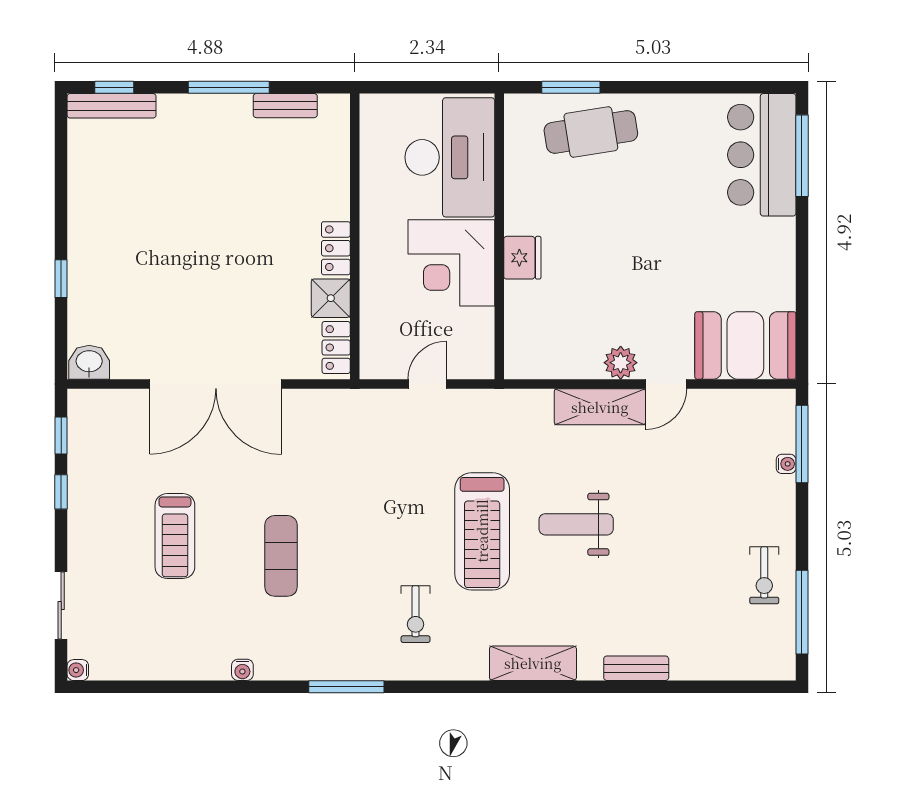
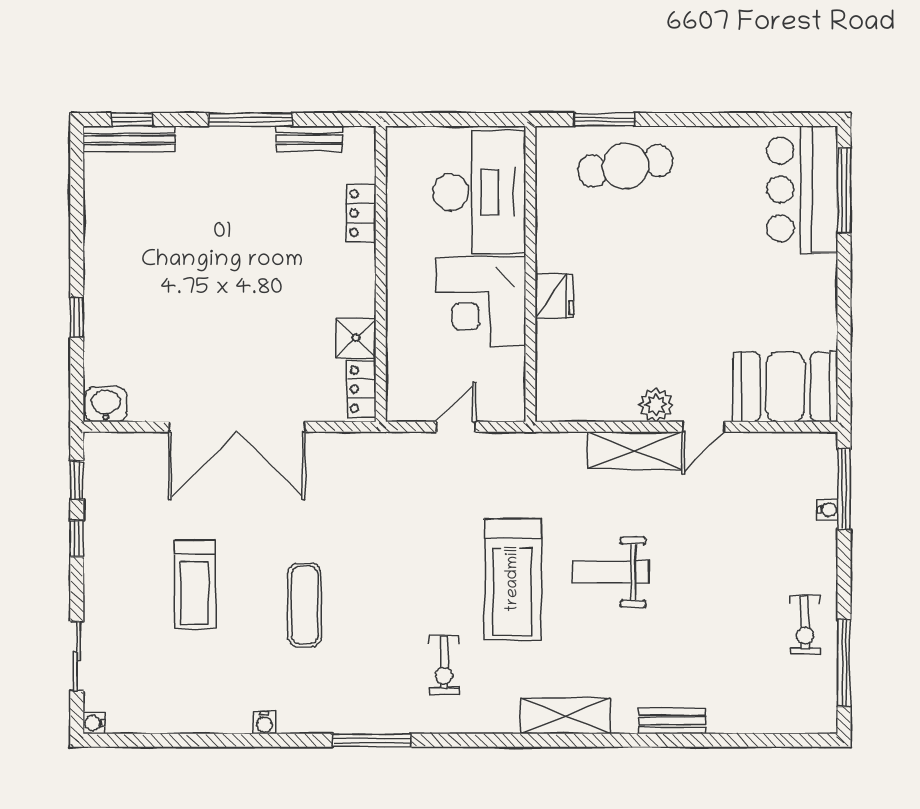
locker: (336, 248) -> (361, 213), moved

